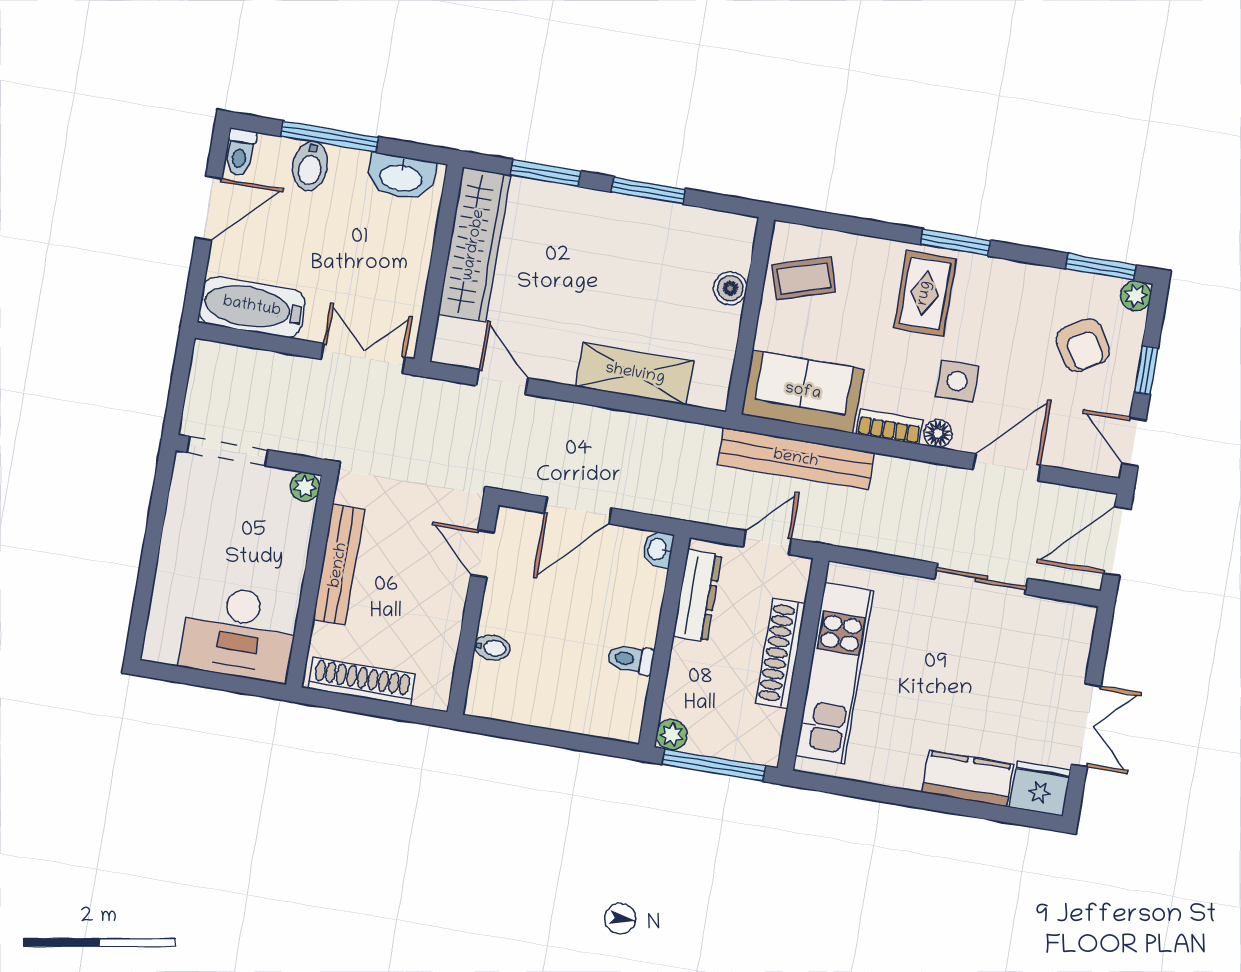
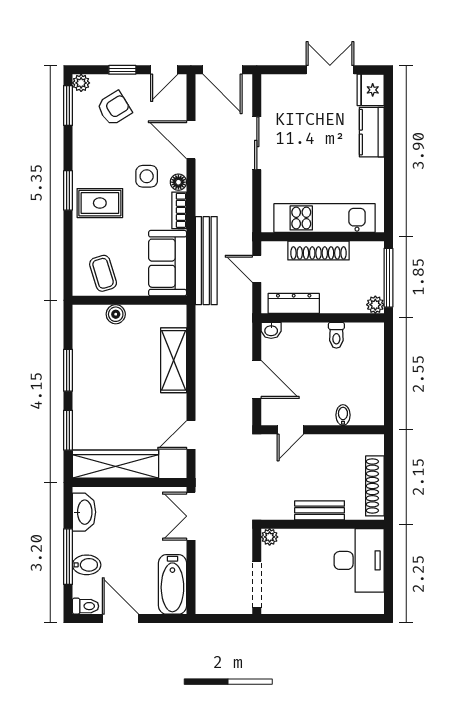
bench: (339, 565) -> (320, 510), width x0.73

